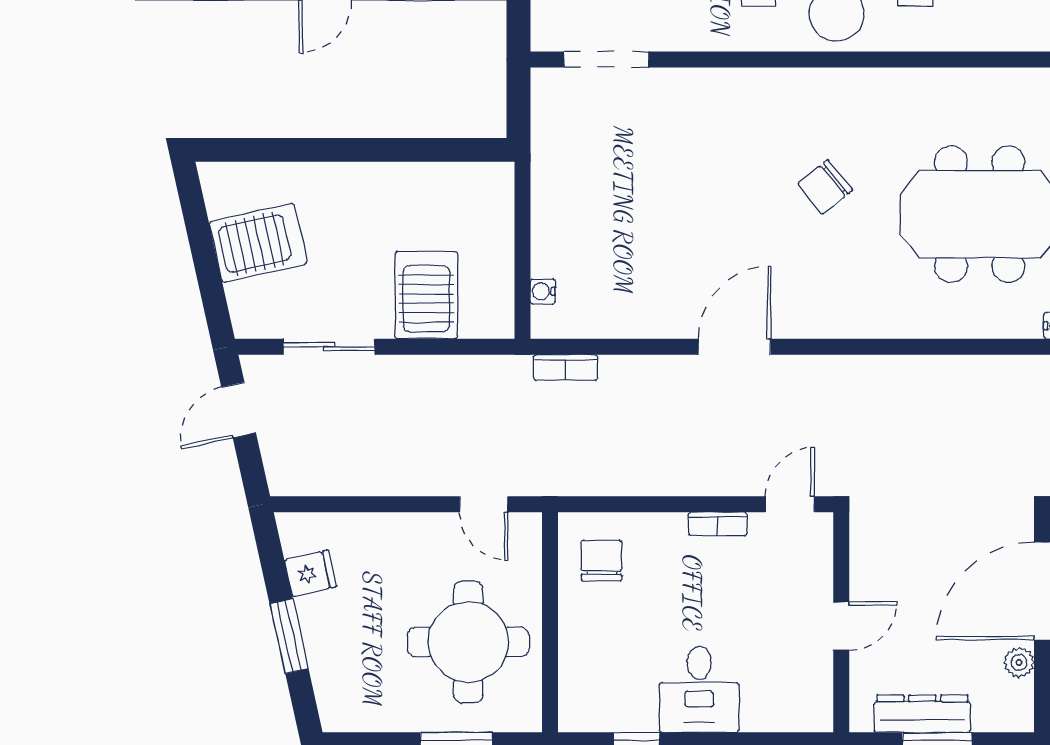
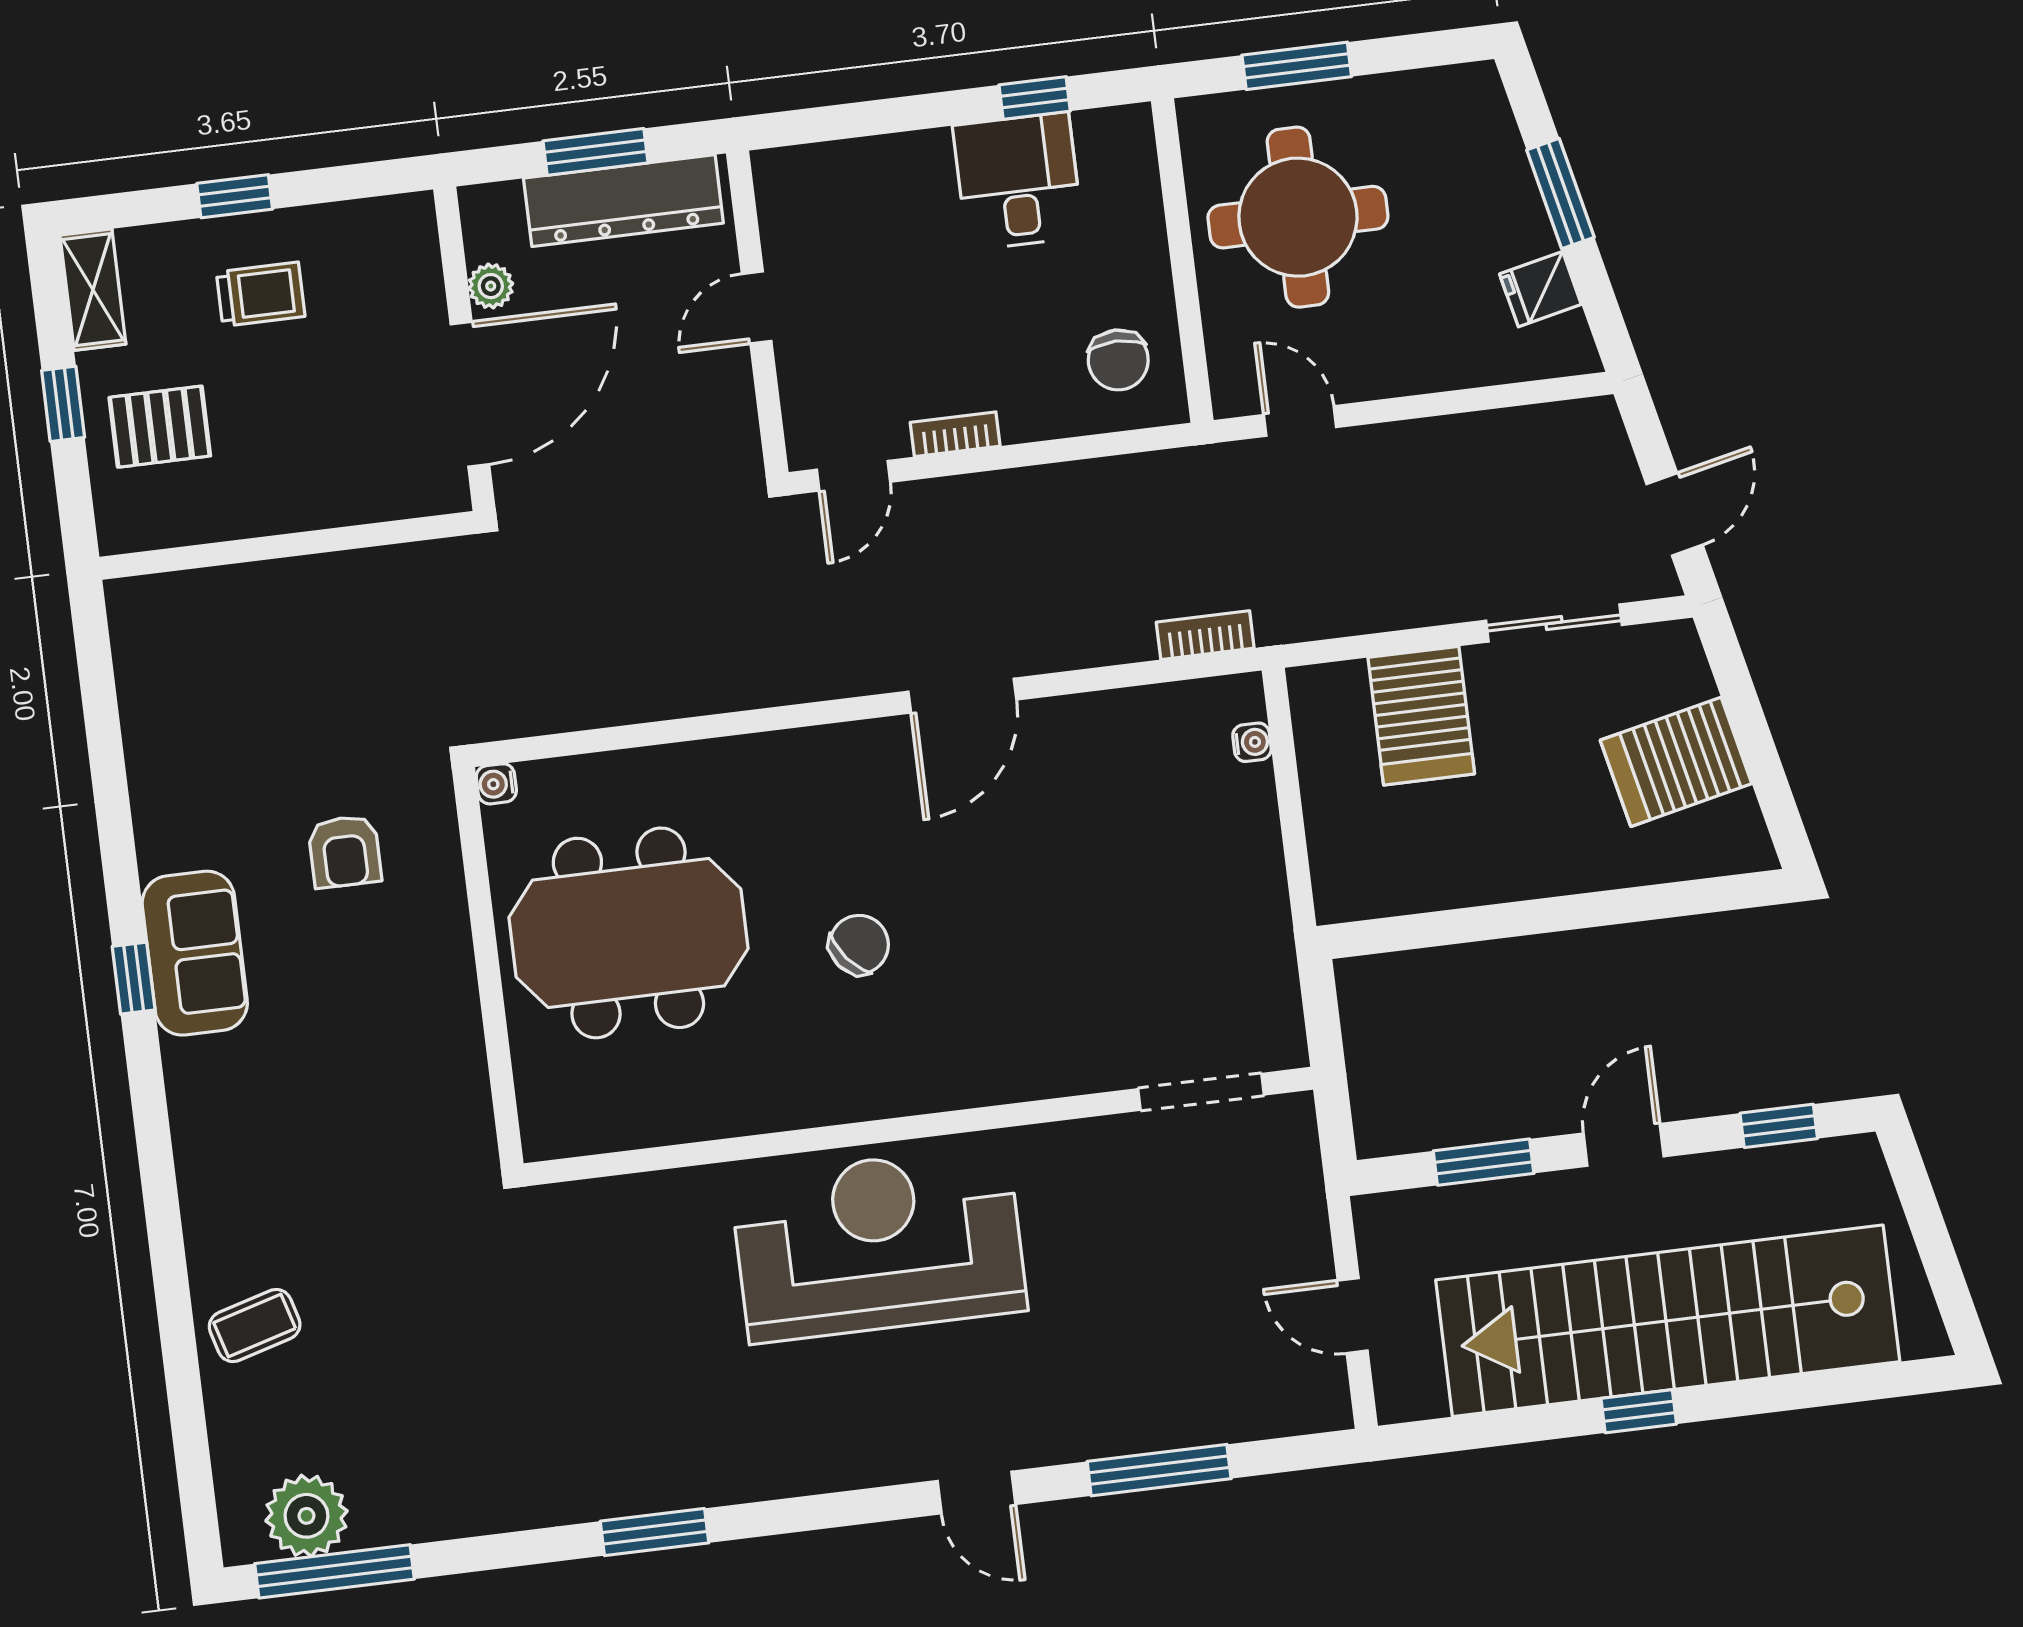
desk: (699, 689) -> (1018, 181), moved
dresser: (922, 714) -> (623, 201), width x1.37, depth x1.24

